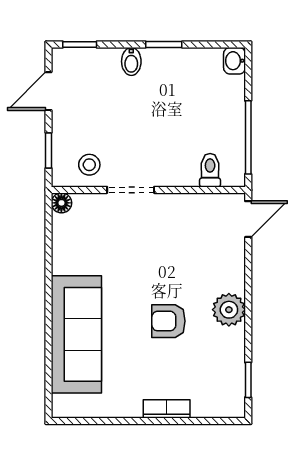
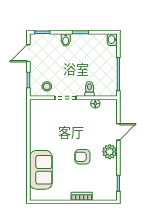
toilet: (210, 170) -> (90, 89), moved
floor lamp: (61, 203) -> (95, 104), moved
door: (248, 219) -> (118, 132), moved
sofa: (76, 334) -> (41, 170), width x0.73

